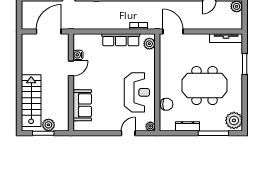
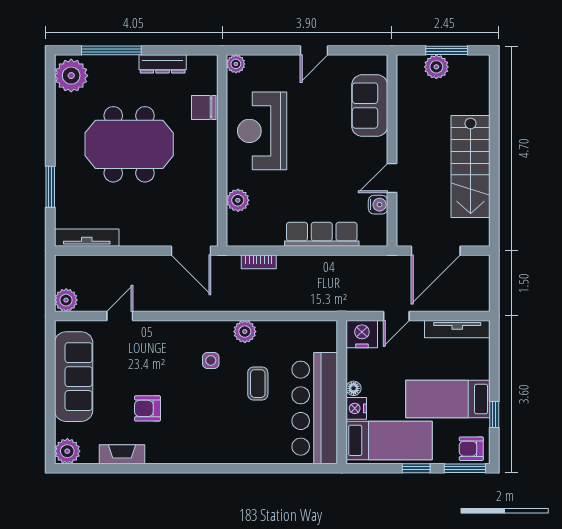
row of seats: (121, 40) -> (322, 234), moved
plant: (149, 44) -> (238, 200), moved
stairs: (31, 101) -> (471, 166), moved
door: (128, 133) -> (314, 50), moved

